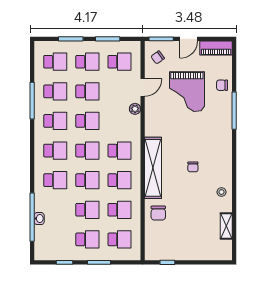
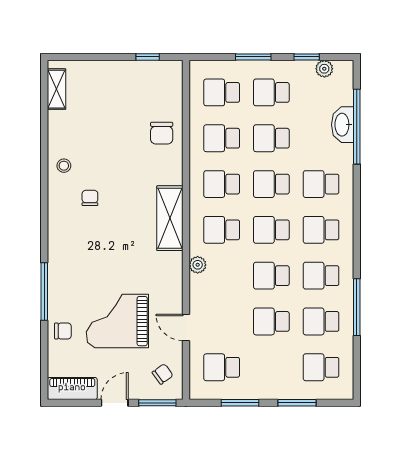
school desk: (87, 62) -> (271, 367), removed
door: (143, 88) -> (186, 327), hinge flipped
grand piano: (187, 92) -> (117, 321), turned -90
plant: (135, 109) -> (198, 265), moved
chair: (193, 167) -> (90, 198), moved
shelving: (153, 168) -> (170, 218), width x0.68
chair: (158, 213) -> (162, 133), turned 180
washbasin: (39, 219) -> (343, 125), width x1.91, depth x1.45
shelving: (226, 226) -> (57, 89), moved
plant: (53, 255) -> (324, 69), added

